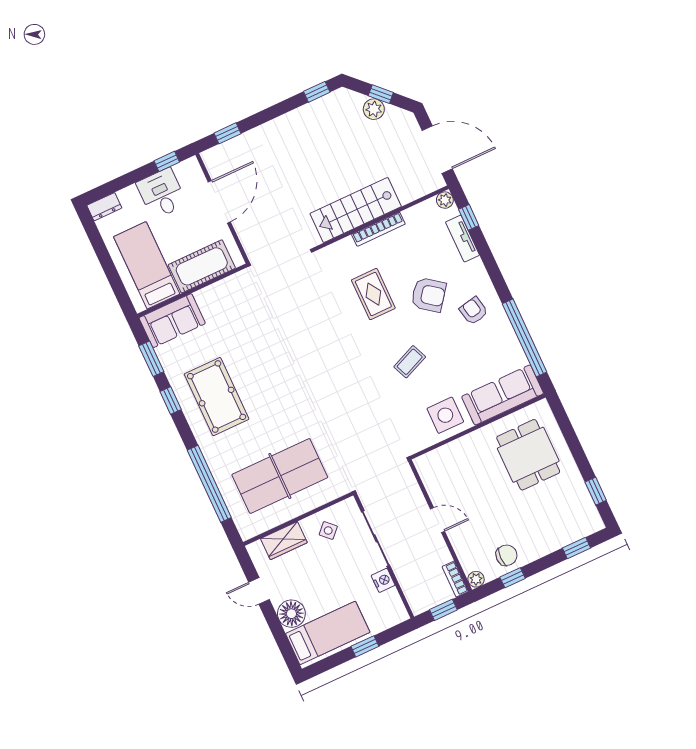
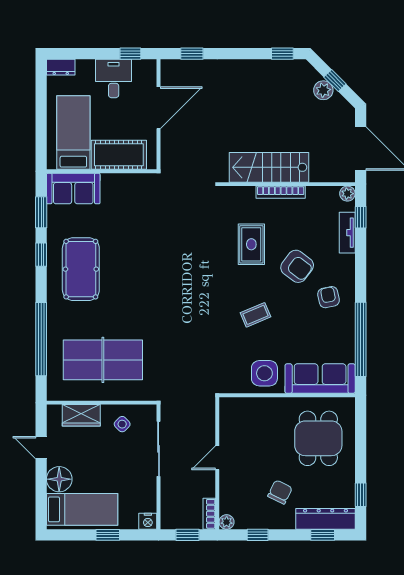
door: (437, 520) -> (217, 458), swing flipped
dresser: (572, 531) -> (325, 519), added
chair: (507, 555) -> (280, 492), moved, turned -64
nightstand: (383, 580) -> (148, 521), moved, turned 90

